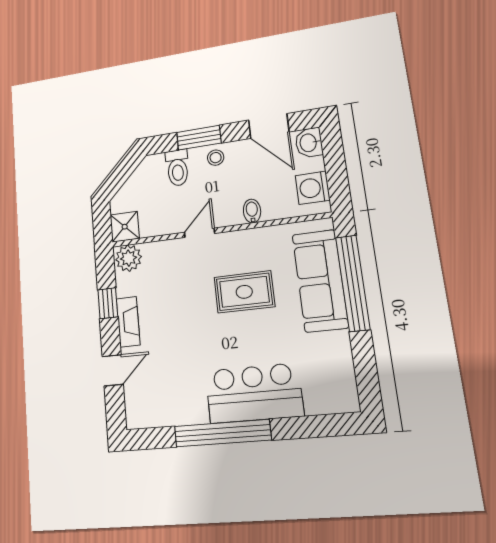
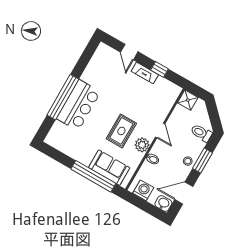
toilet: (177, 168) -> (201, 133), moved
plant: (129, 258) -> (142, 145), moved
sofa: (320, 281) -> (109, 168), width x0.73
window: (222, 433) -> (63, 97), moved

